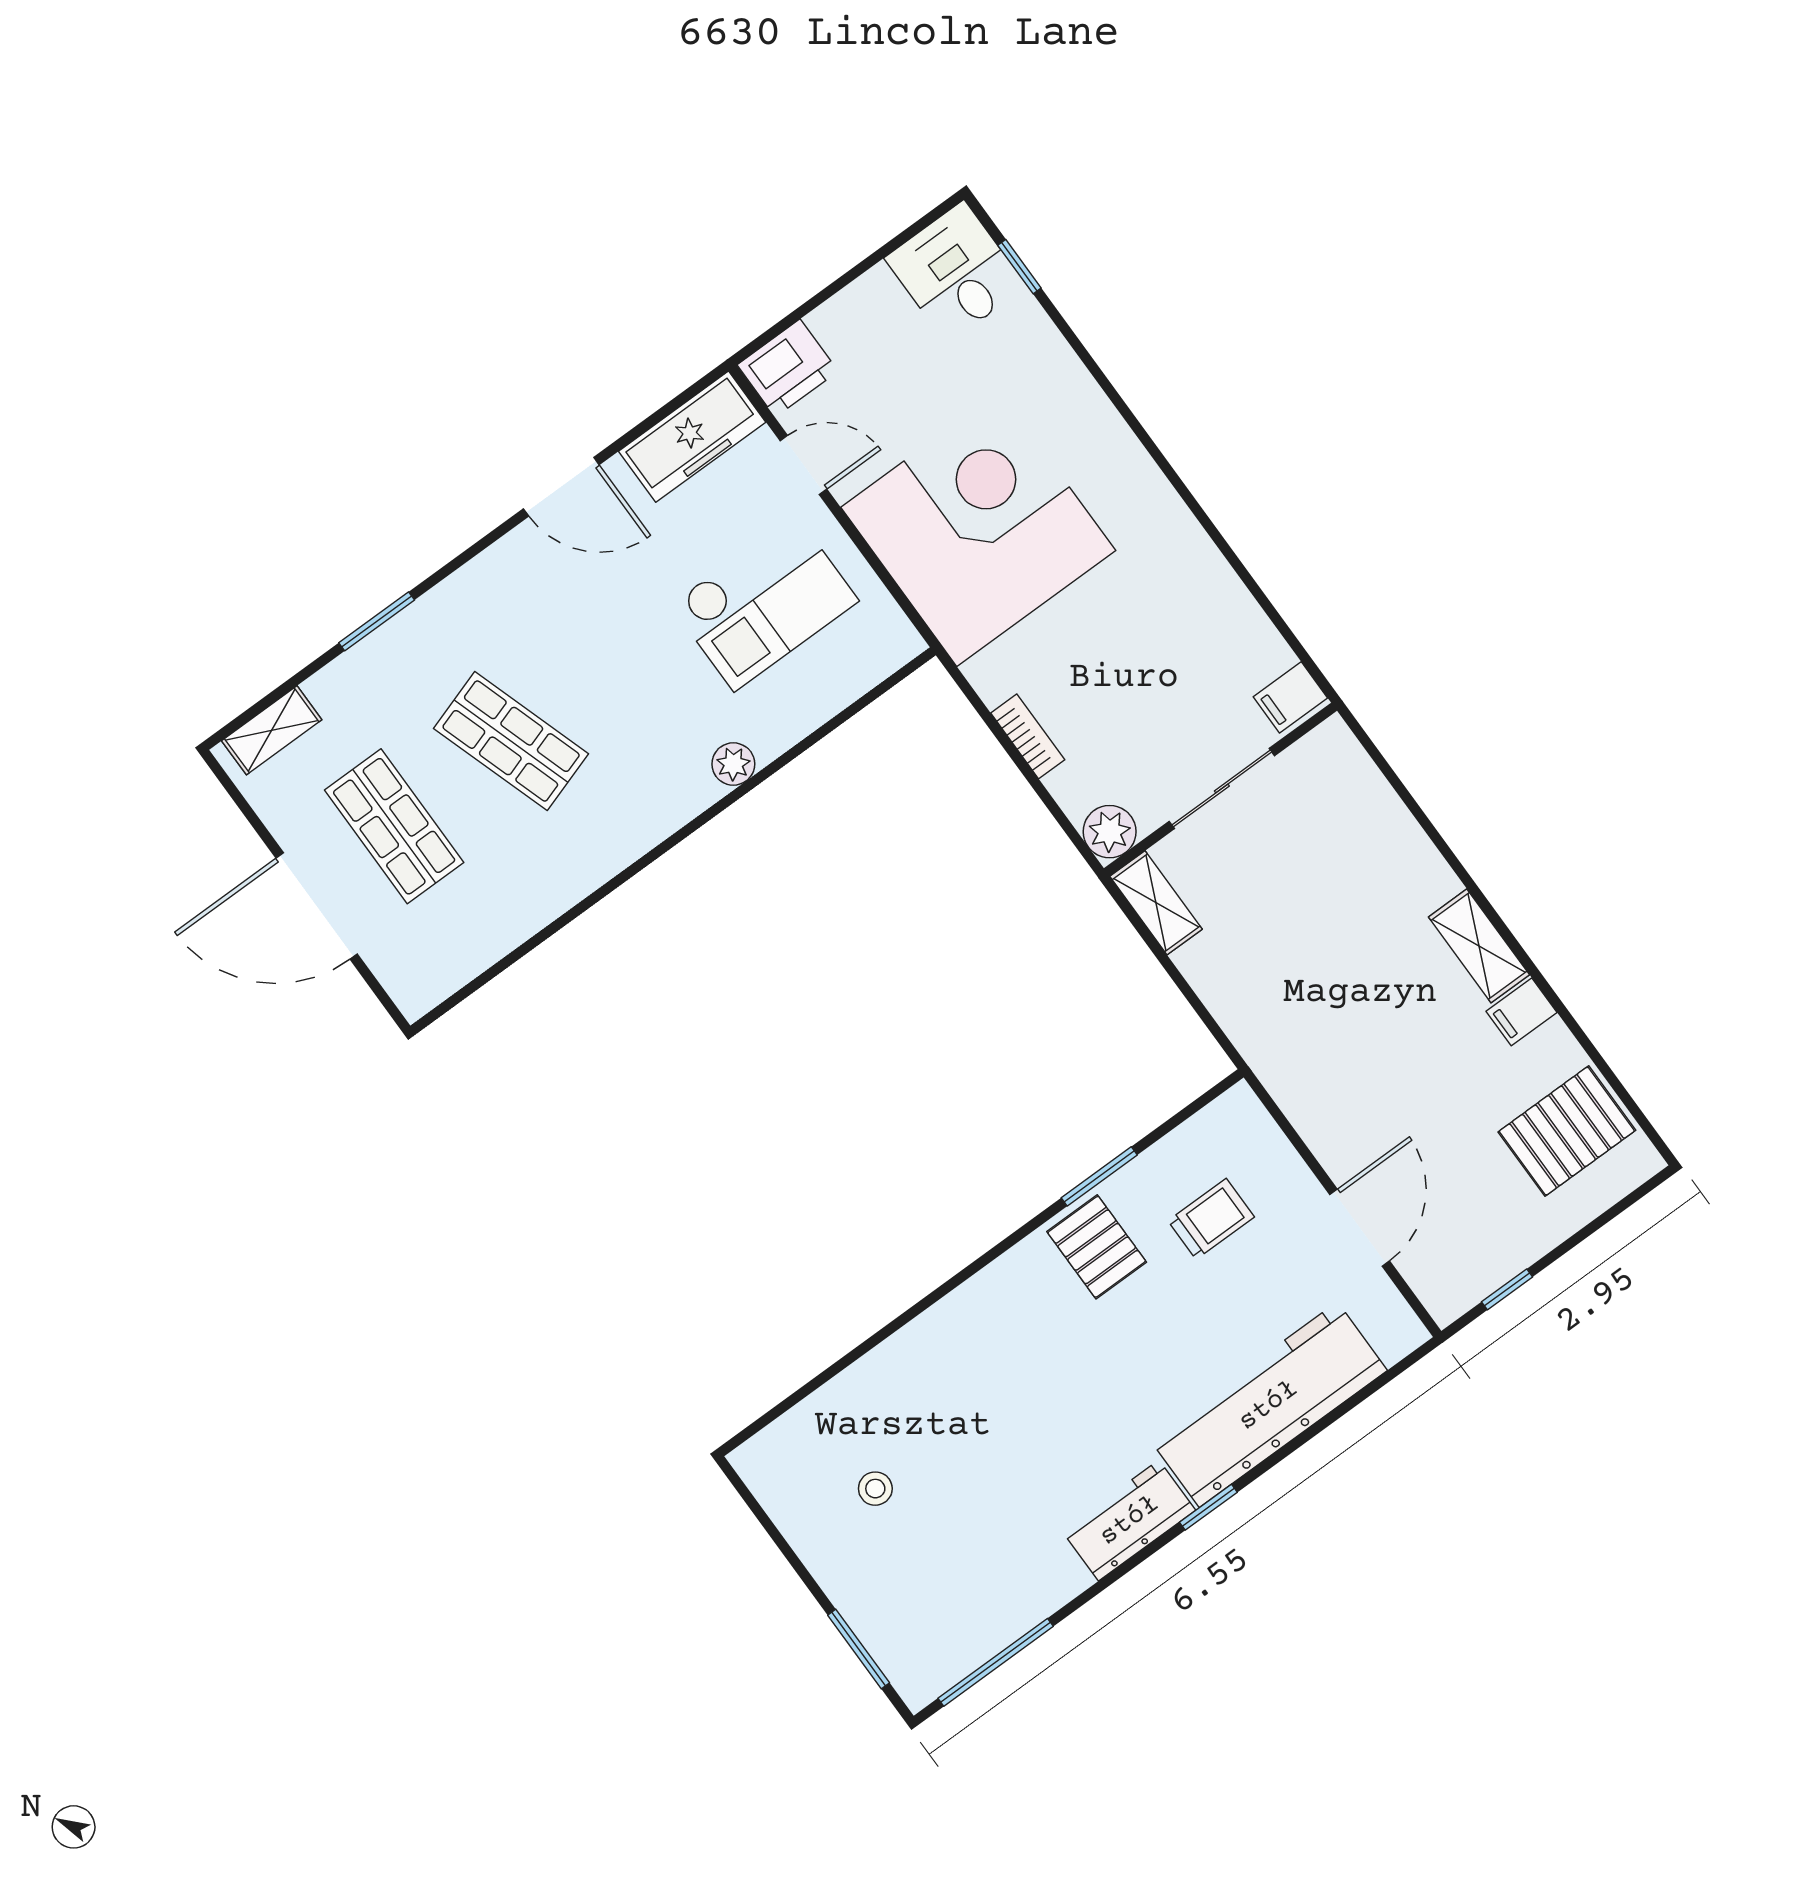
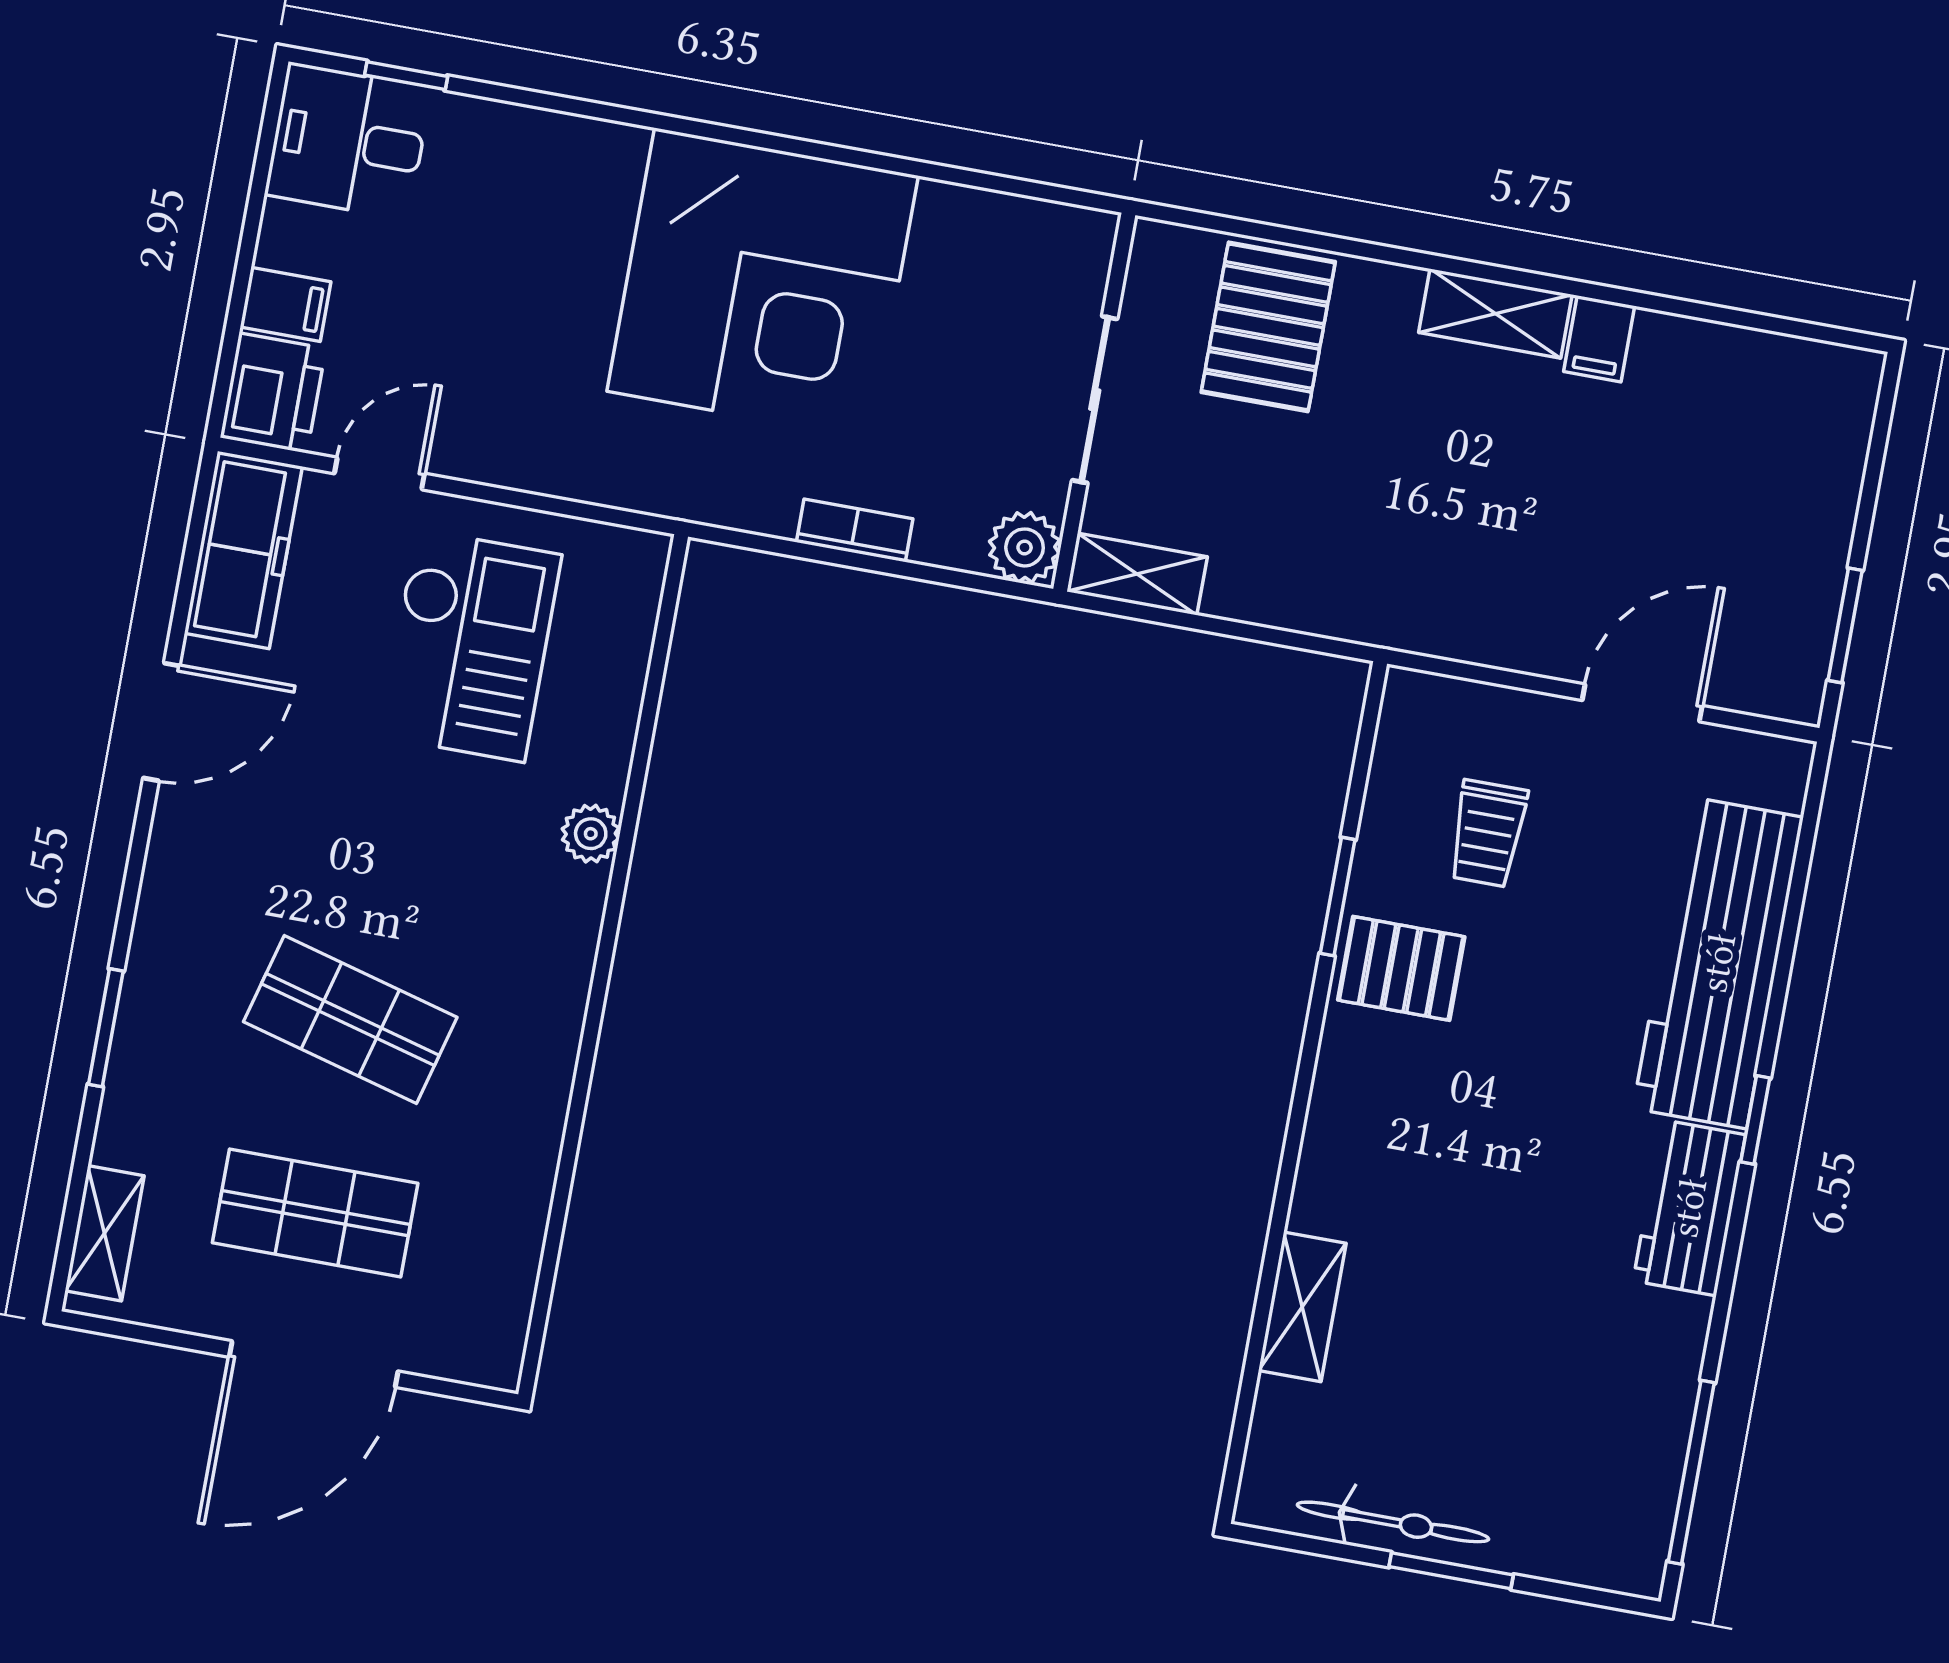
corner desk: (978, 529) -> (763, 284), moved, turned 180
filing cabinet: (1290, 697) -> (285, 304), moved, turned -90
shop shelf: (511, 741) -> (350, 1019), turned 33
pallet: (1567, 1131) -> (1268, 327), moved
trolley: (1211, 1219) -> (1488, 833), turned 180
door: (1360, 1228) -> (1642, 703), hinge flipped
window: (1507, 1289) -> (1845, 625), width x1.50
shelving: (872, 1377) -> (1302, 1307), added
stool: (875, 1489) -> (1410, 1414), removed
bicycle: (812, 1538) -> (1393, 1522), added
window: (859, 1649) -> (1451, 1571), moved

